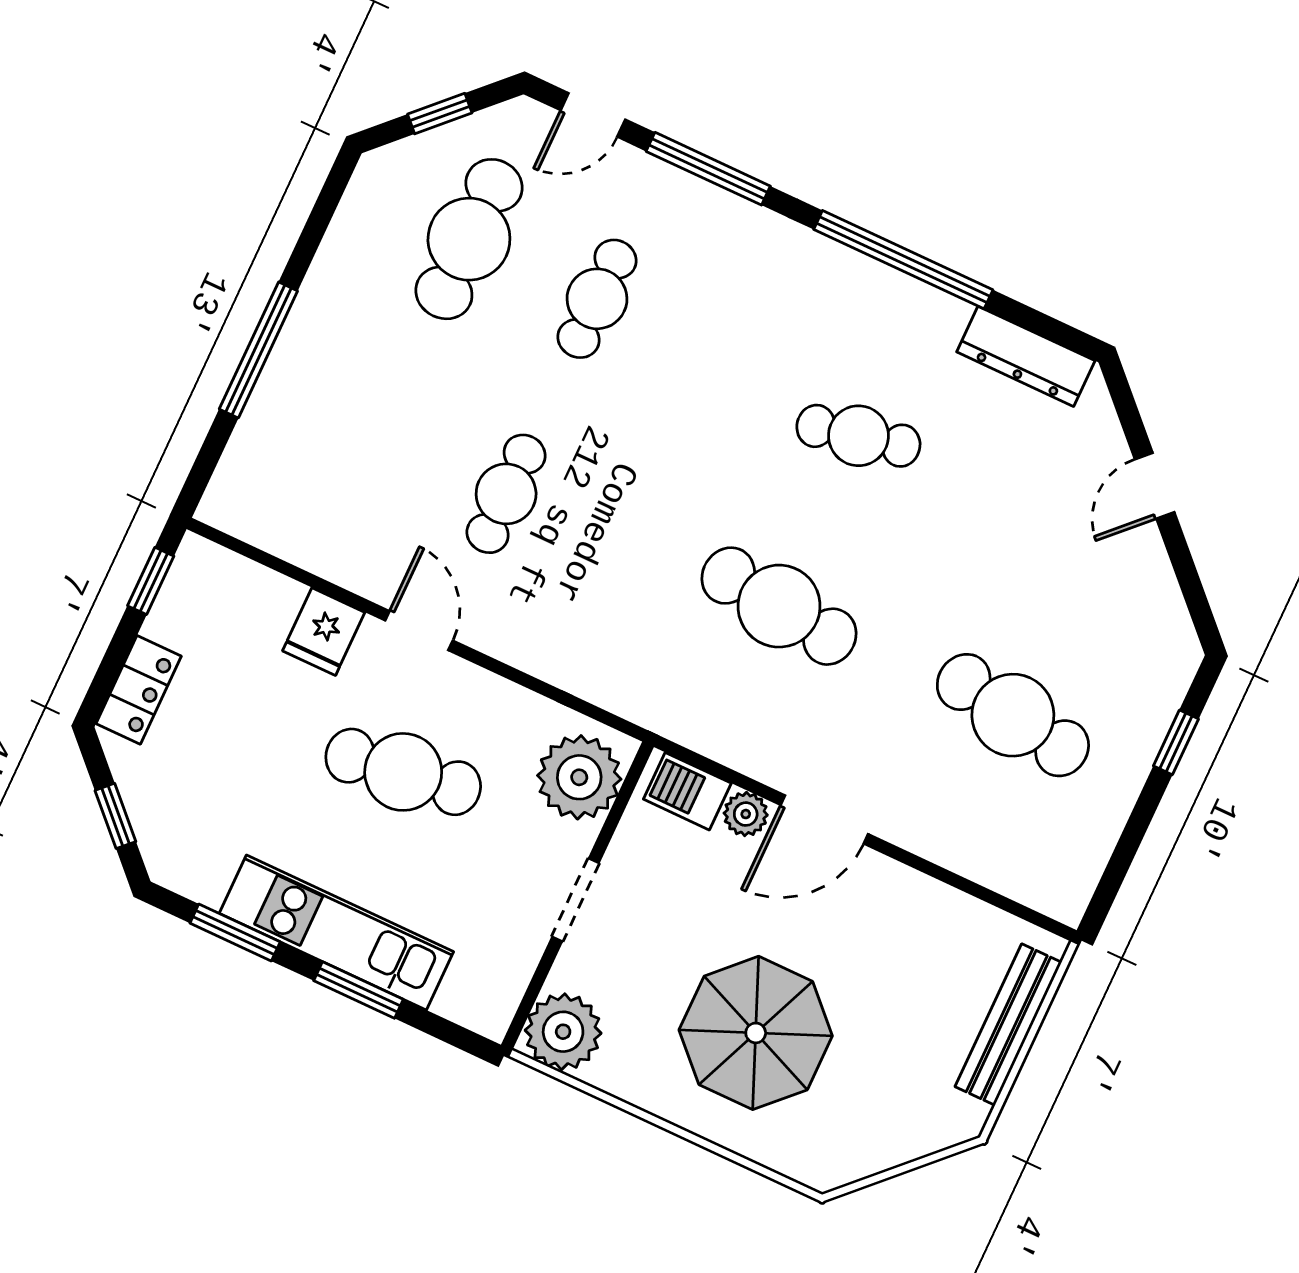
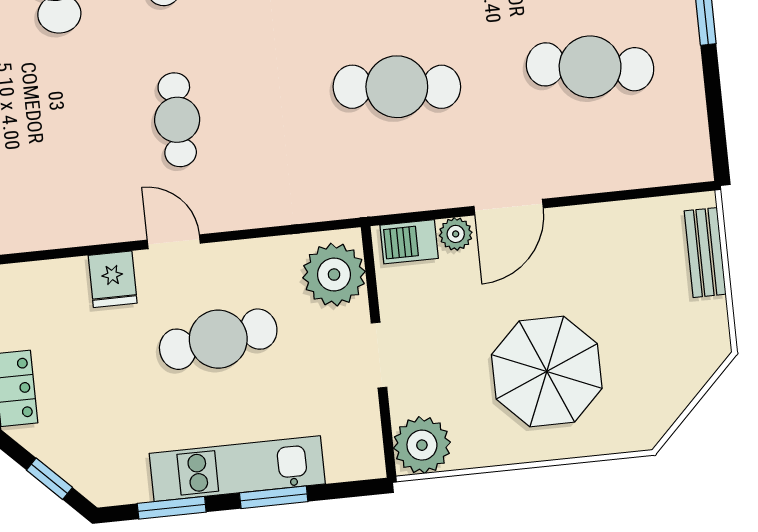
bench: (1008, 1025) -> (705, 253), width x0.73

